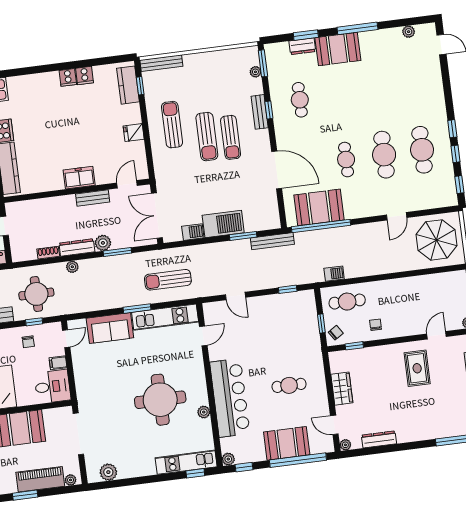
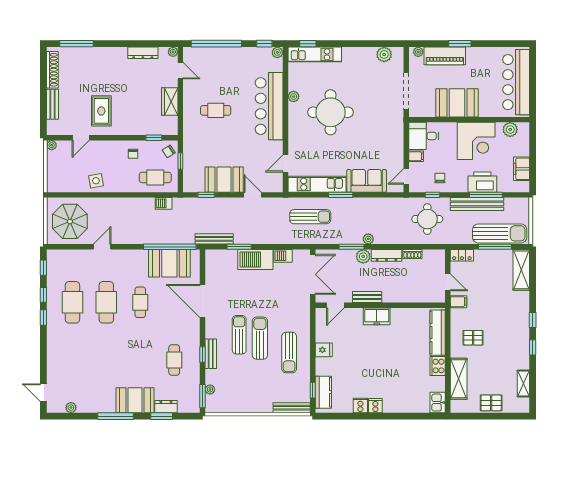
plant: (72, 267) -> (368, 239), moved
side table: (413, 289) -> (96, 181), added
booth: (287, 443) -> (224, 180), moved

